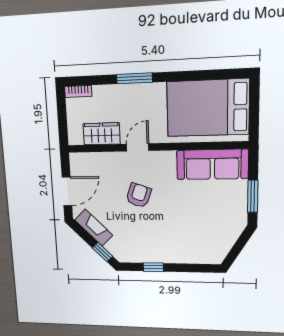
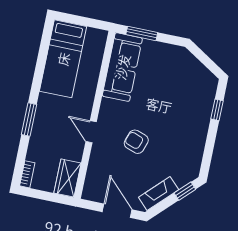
bed: (208, 108) -> (63, 59), width x0.67
wardrobe: (102, 134) -> (68, 178), moved
window: (253, 196) -> (142, 33), moved
window: (153, 267) -> (217, 110), moved

